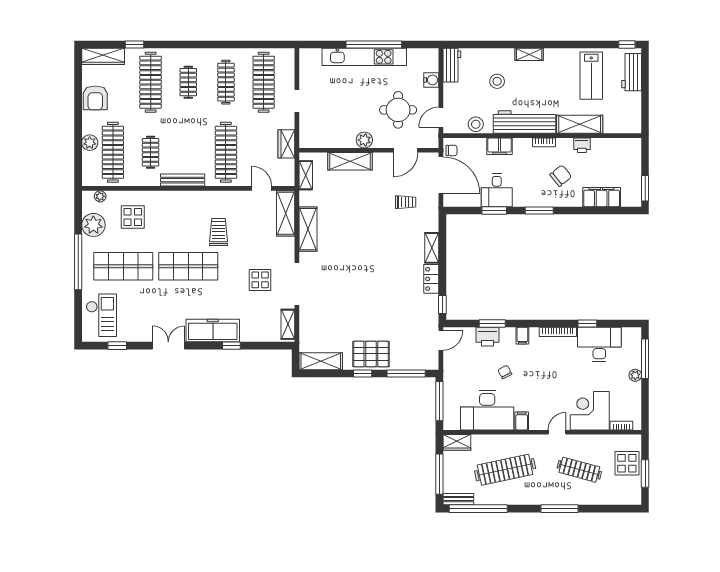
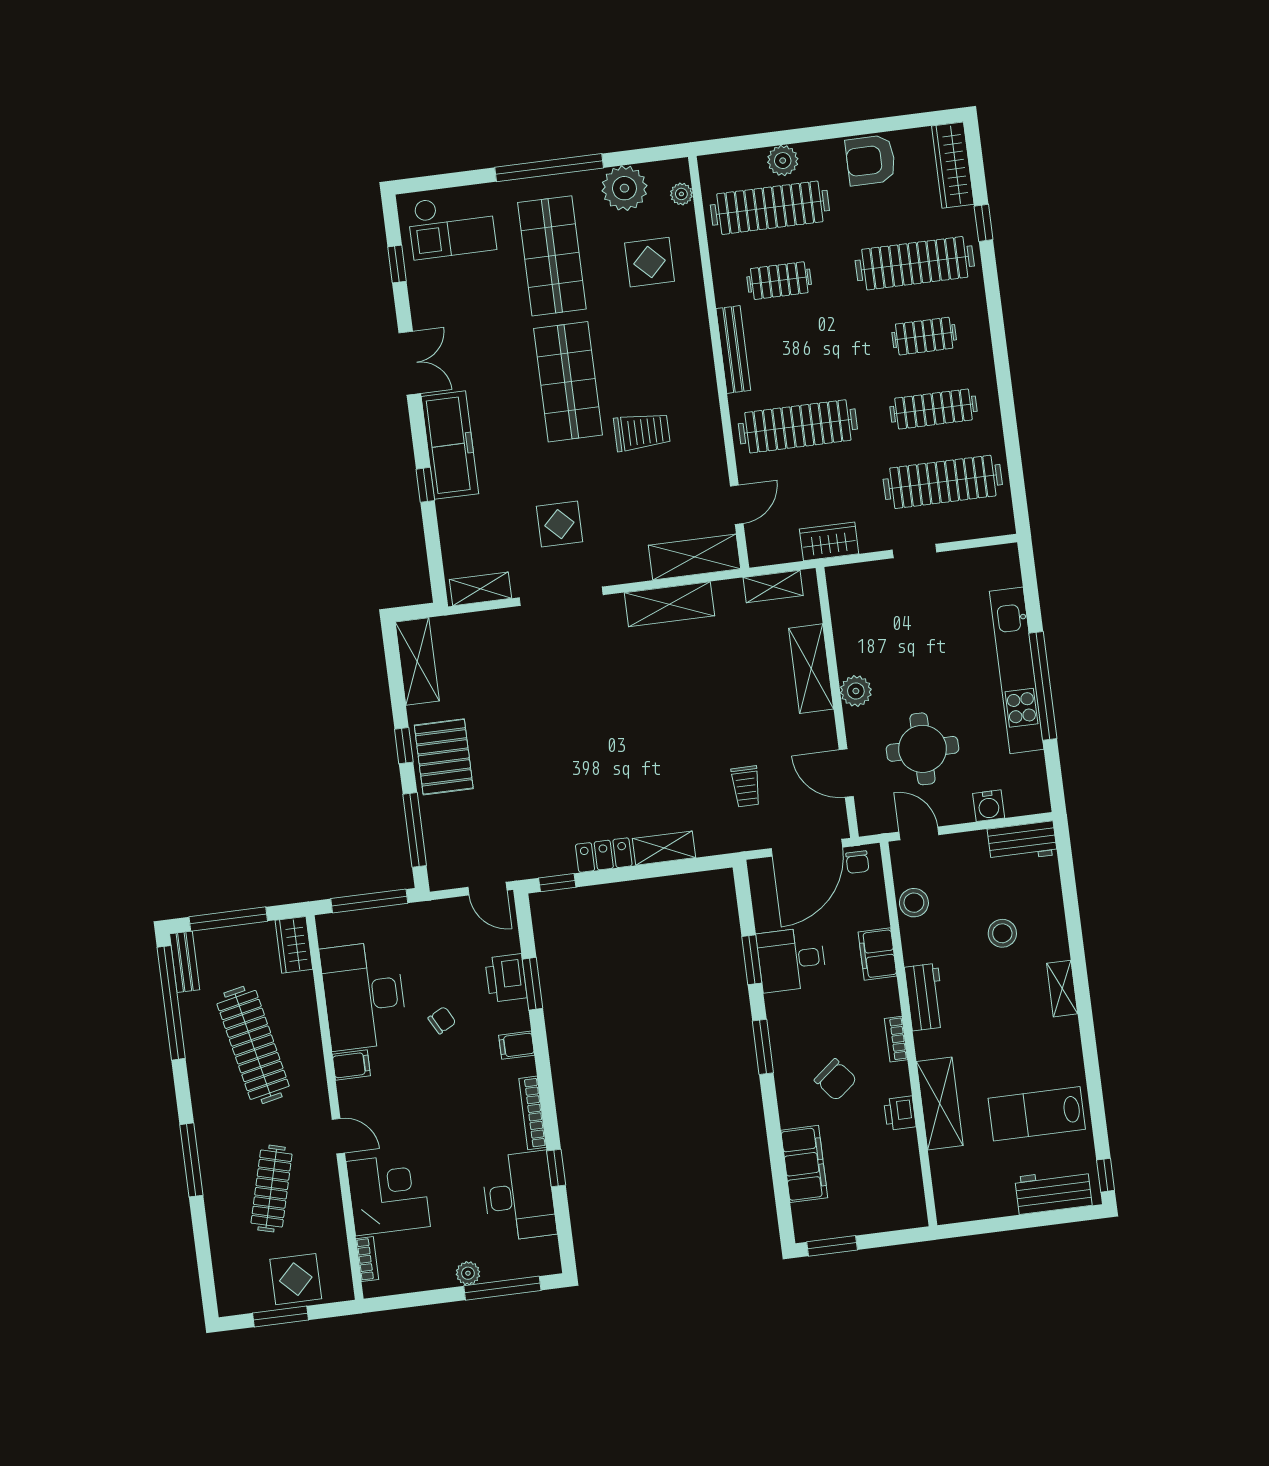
workbench: (524, 122) -> (925, 997), width x0.53, depth x0.76

